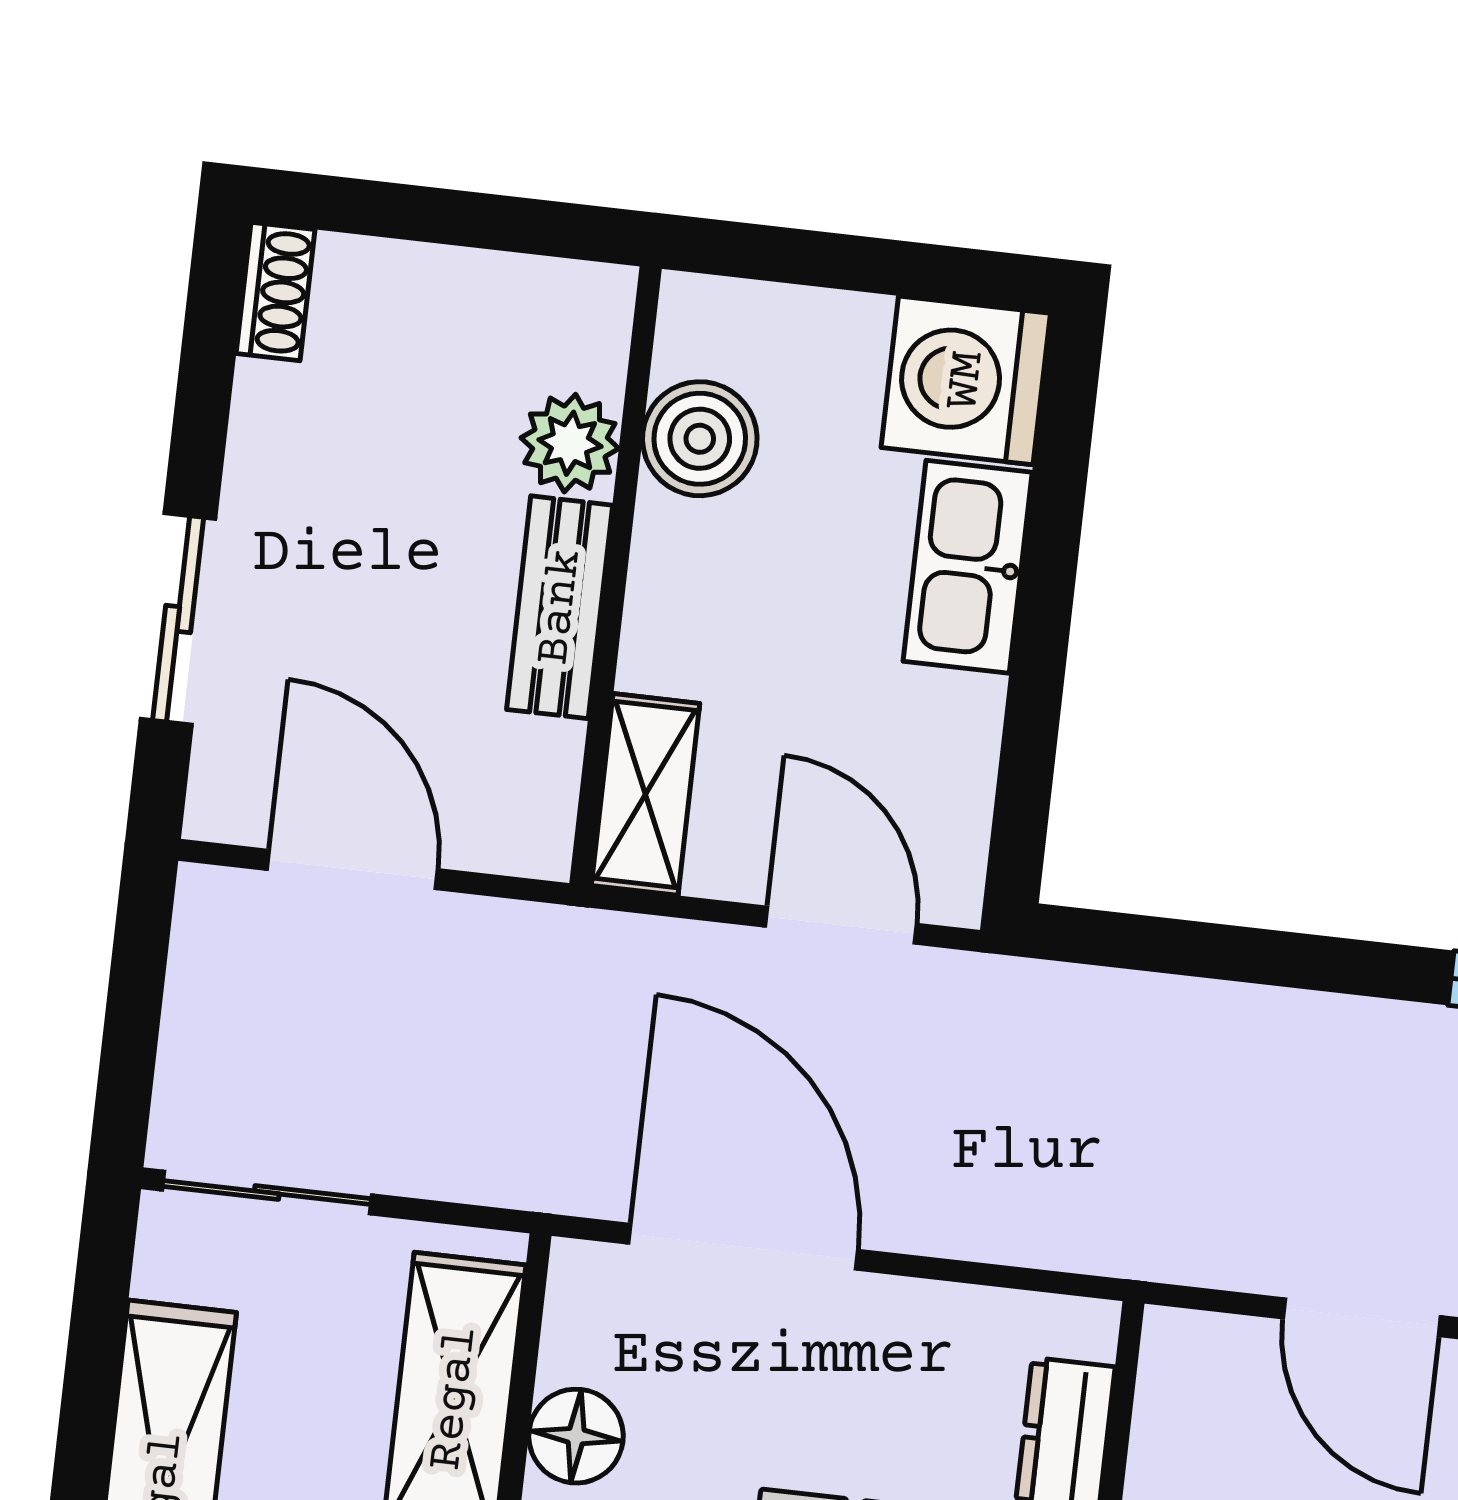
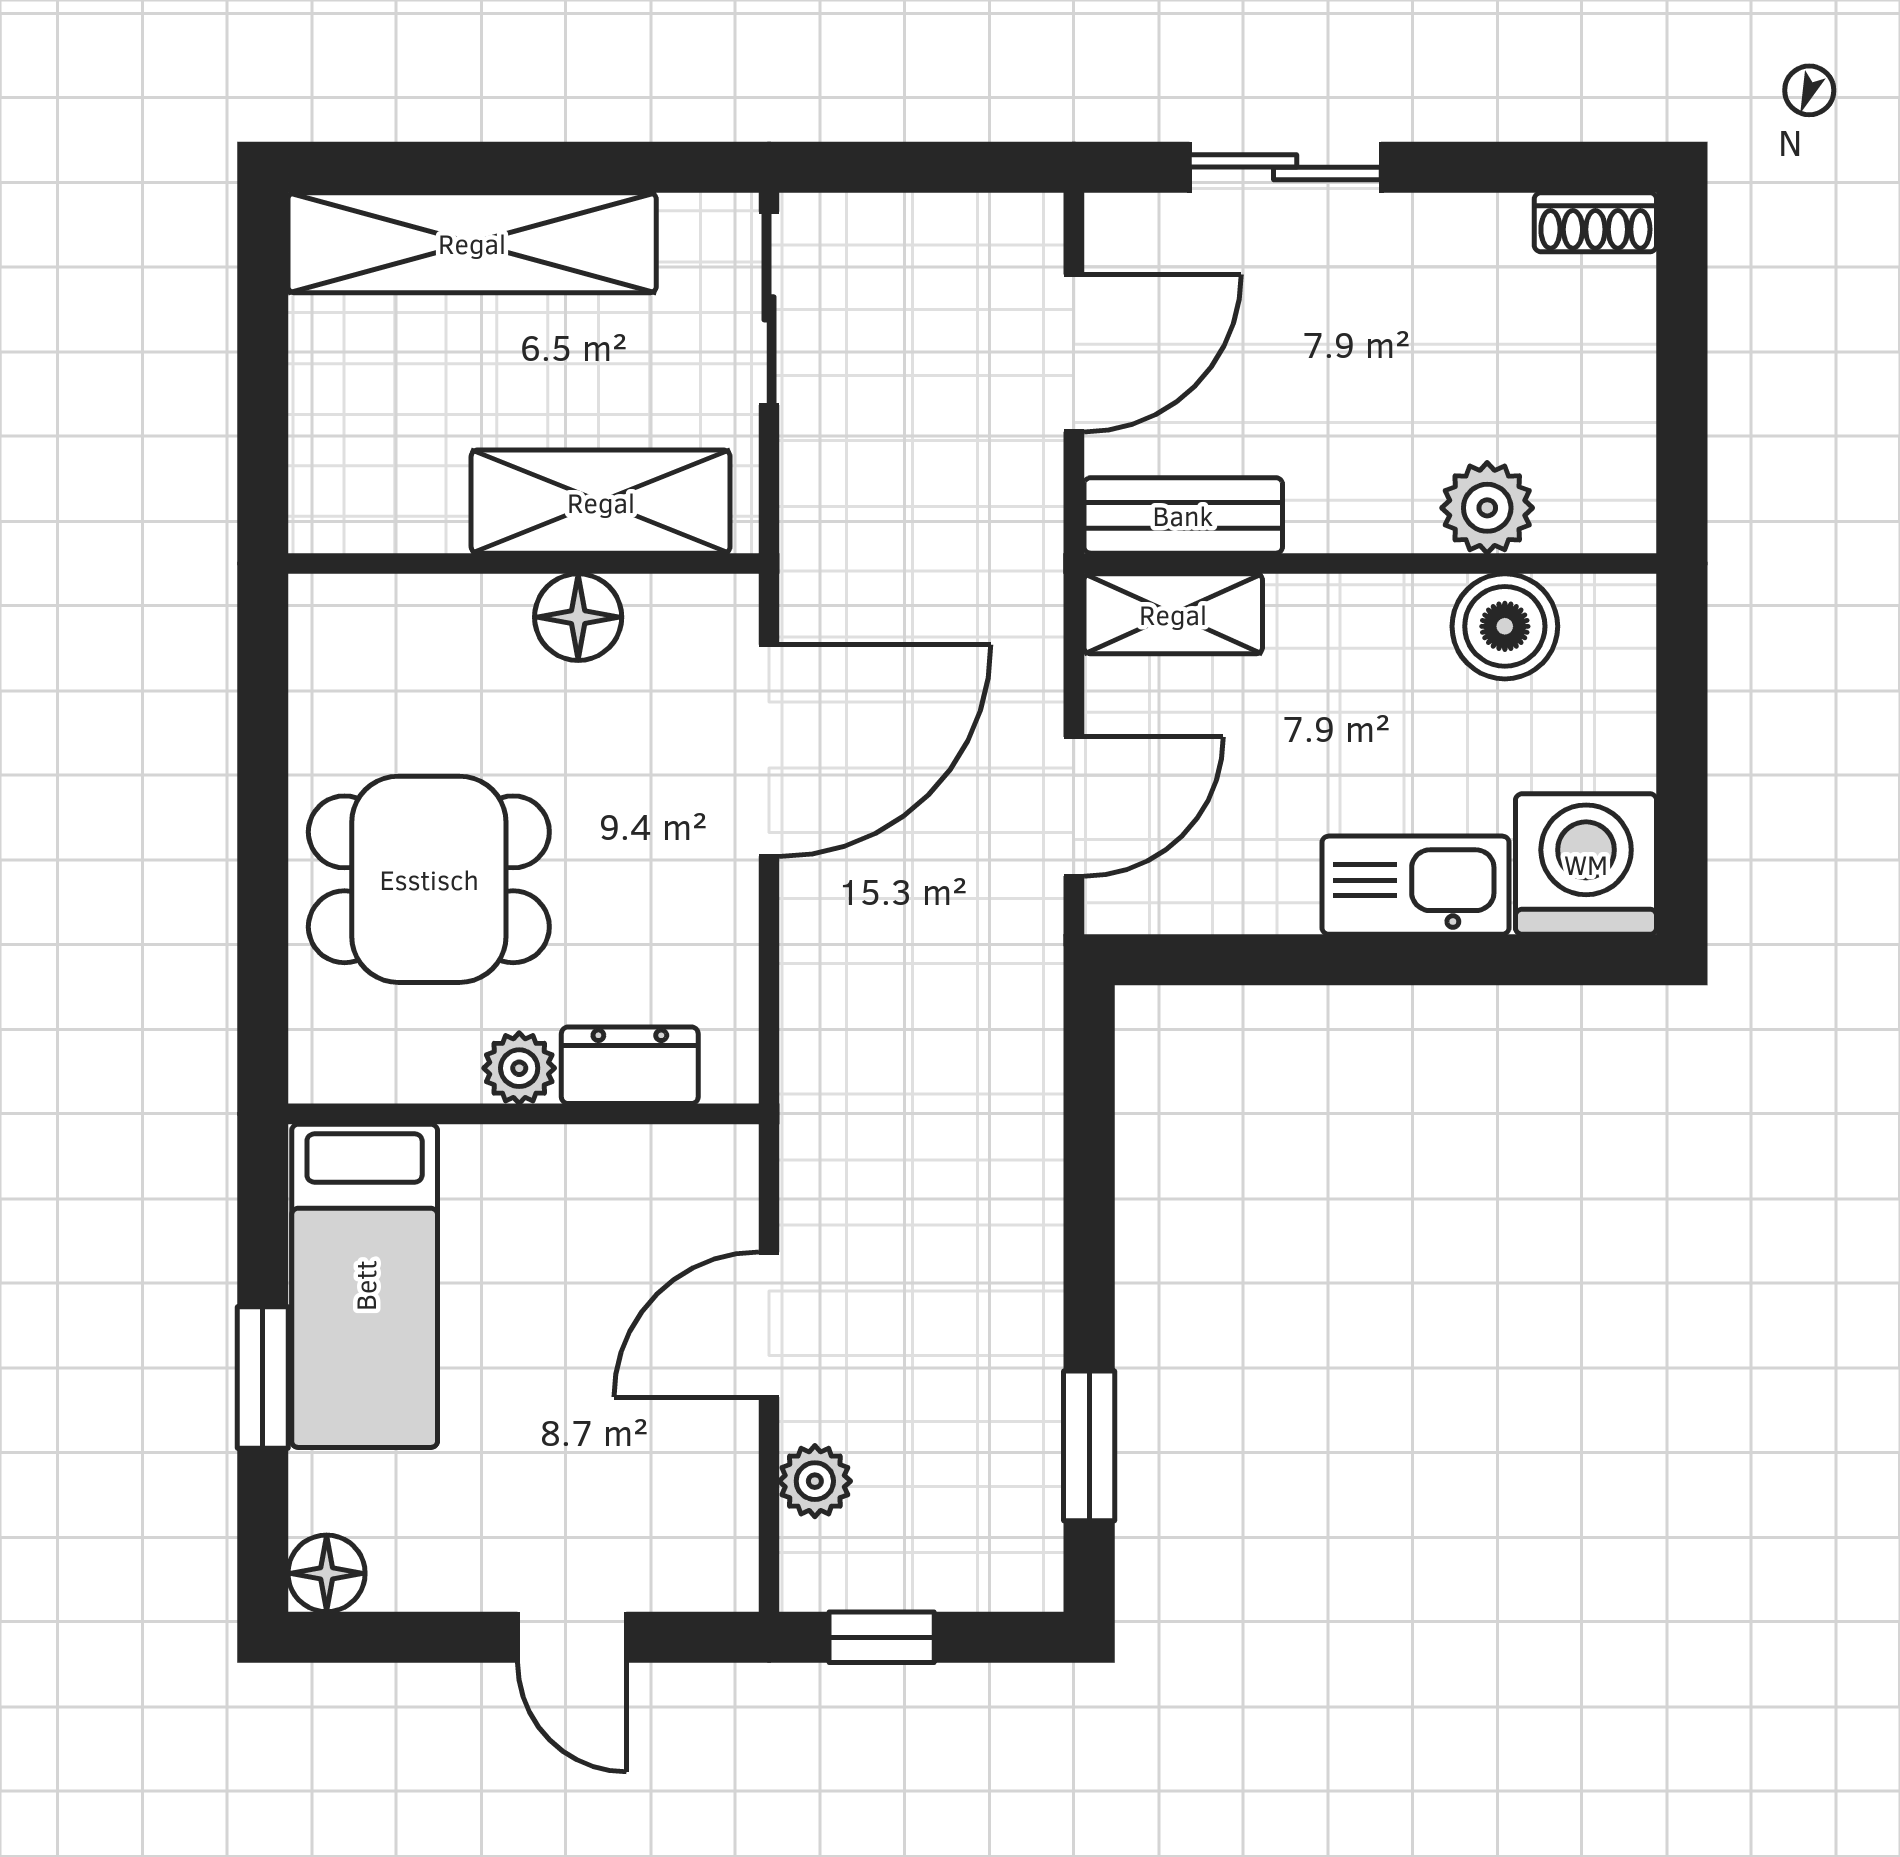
bench: (560, 607) -> (1183, 515), moved

